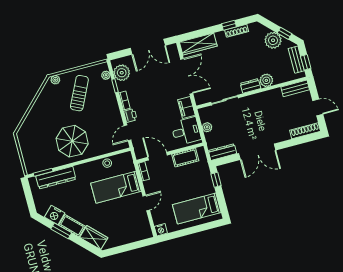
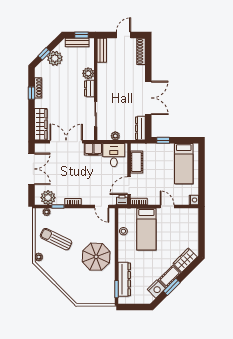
window: (285, 33) -> (44, 54), moved
printer: (130, 115) -> (122, 200), moved

